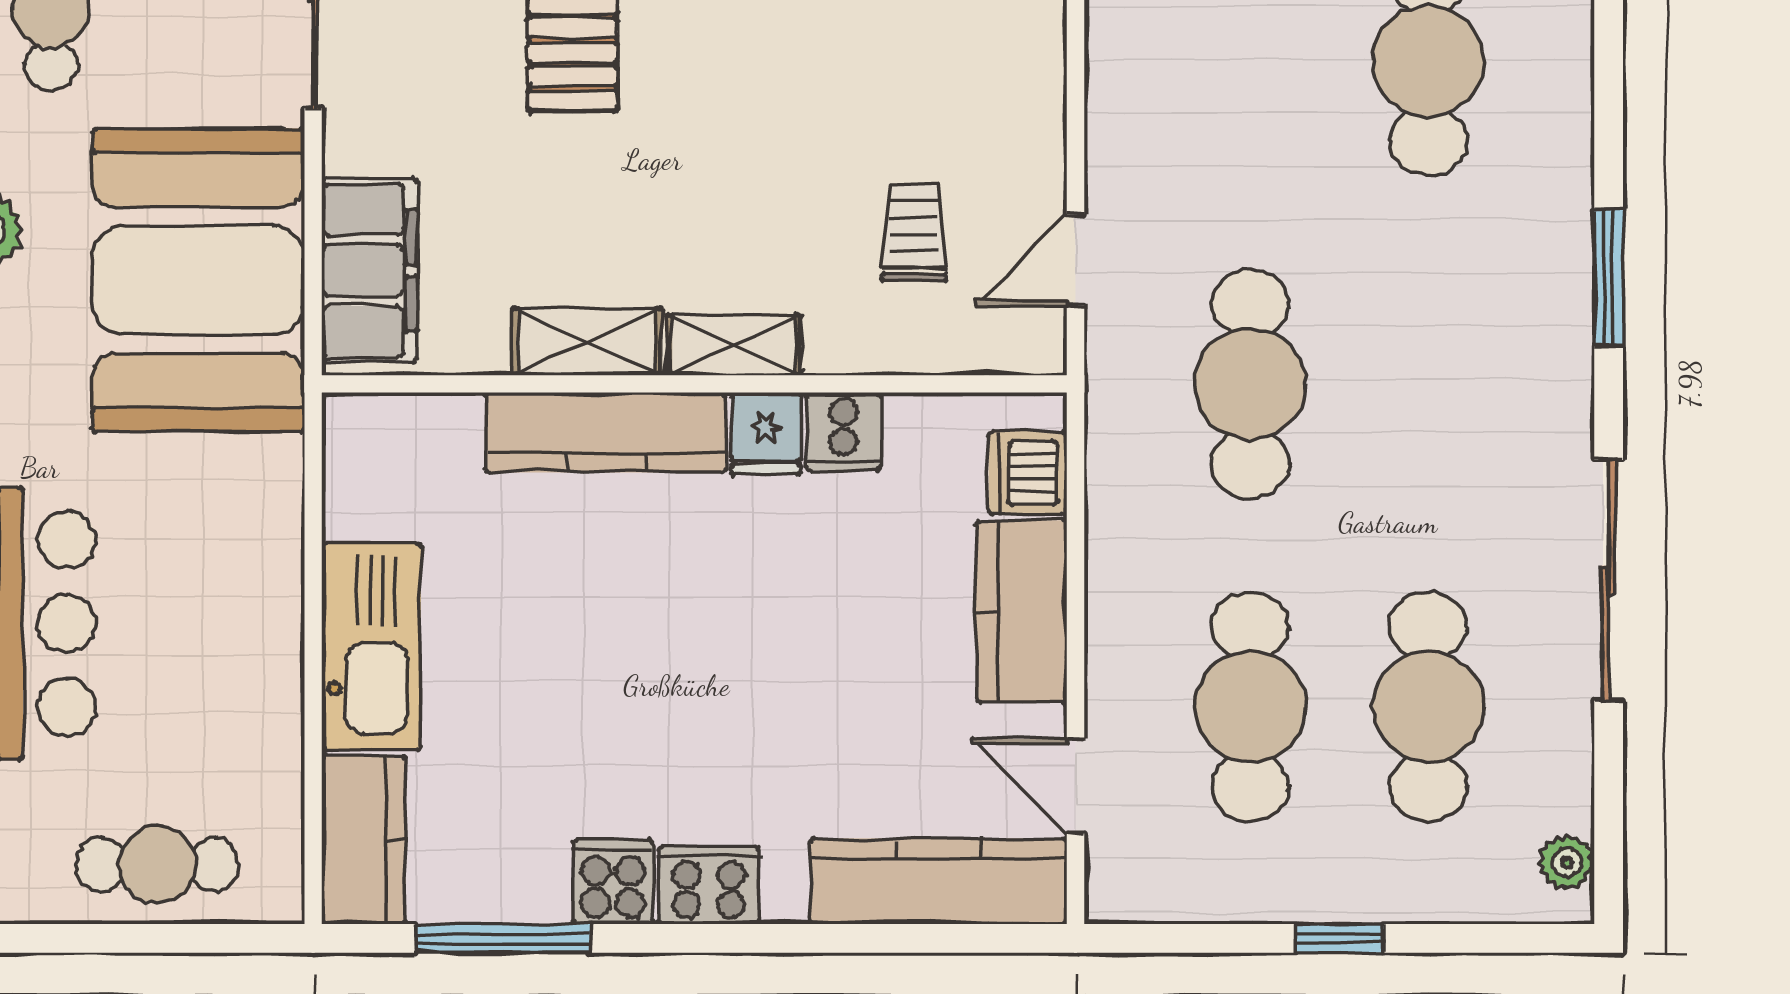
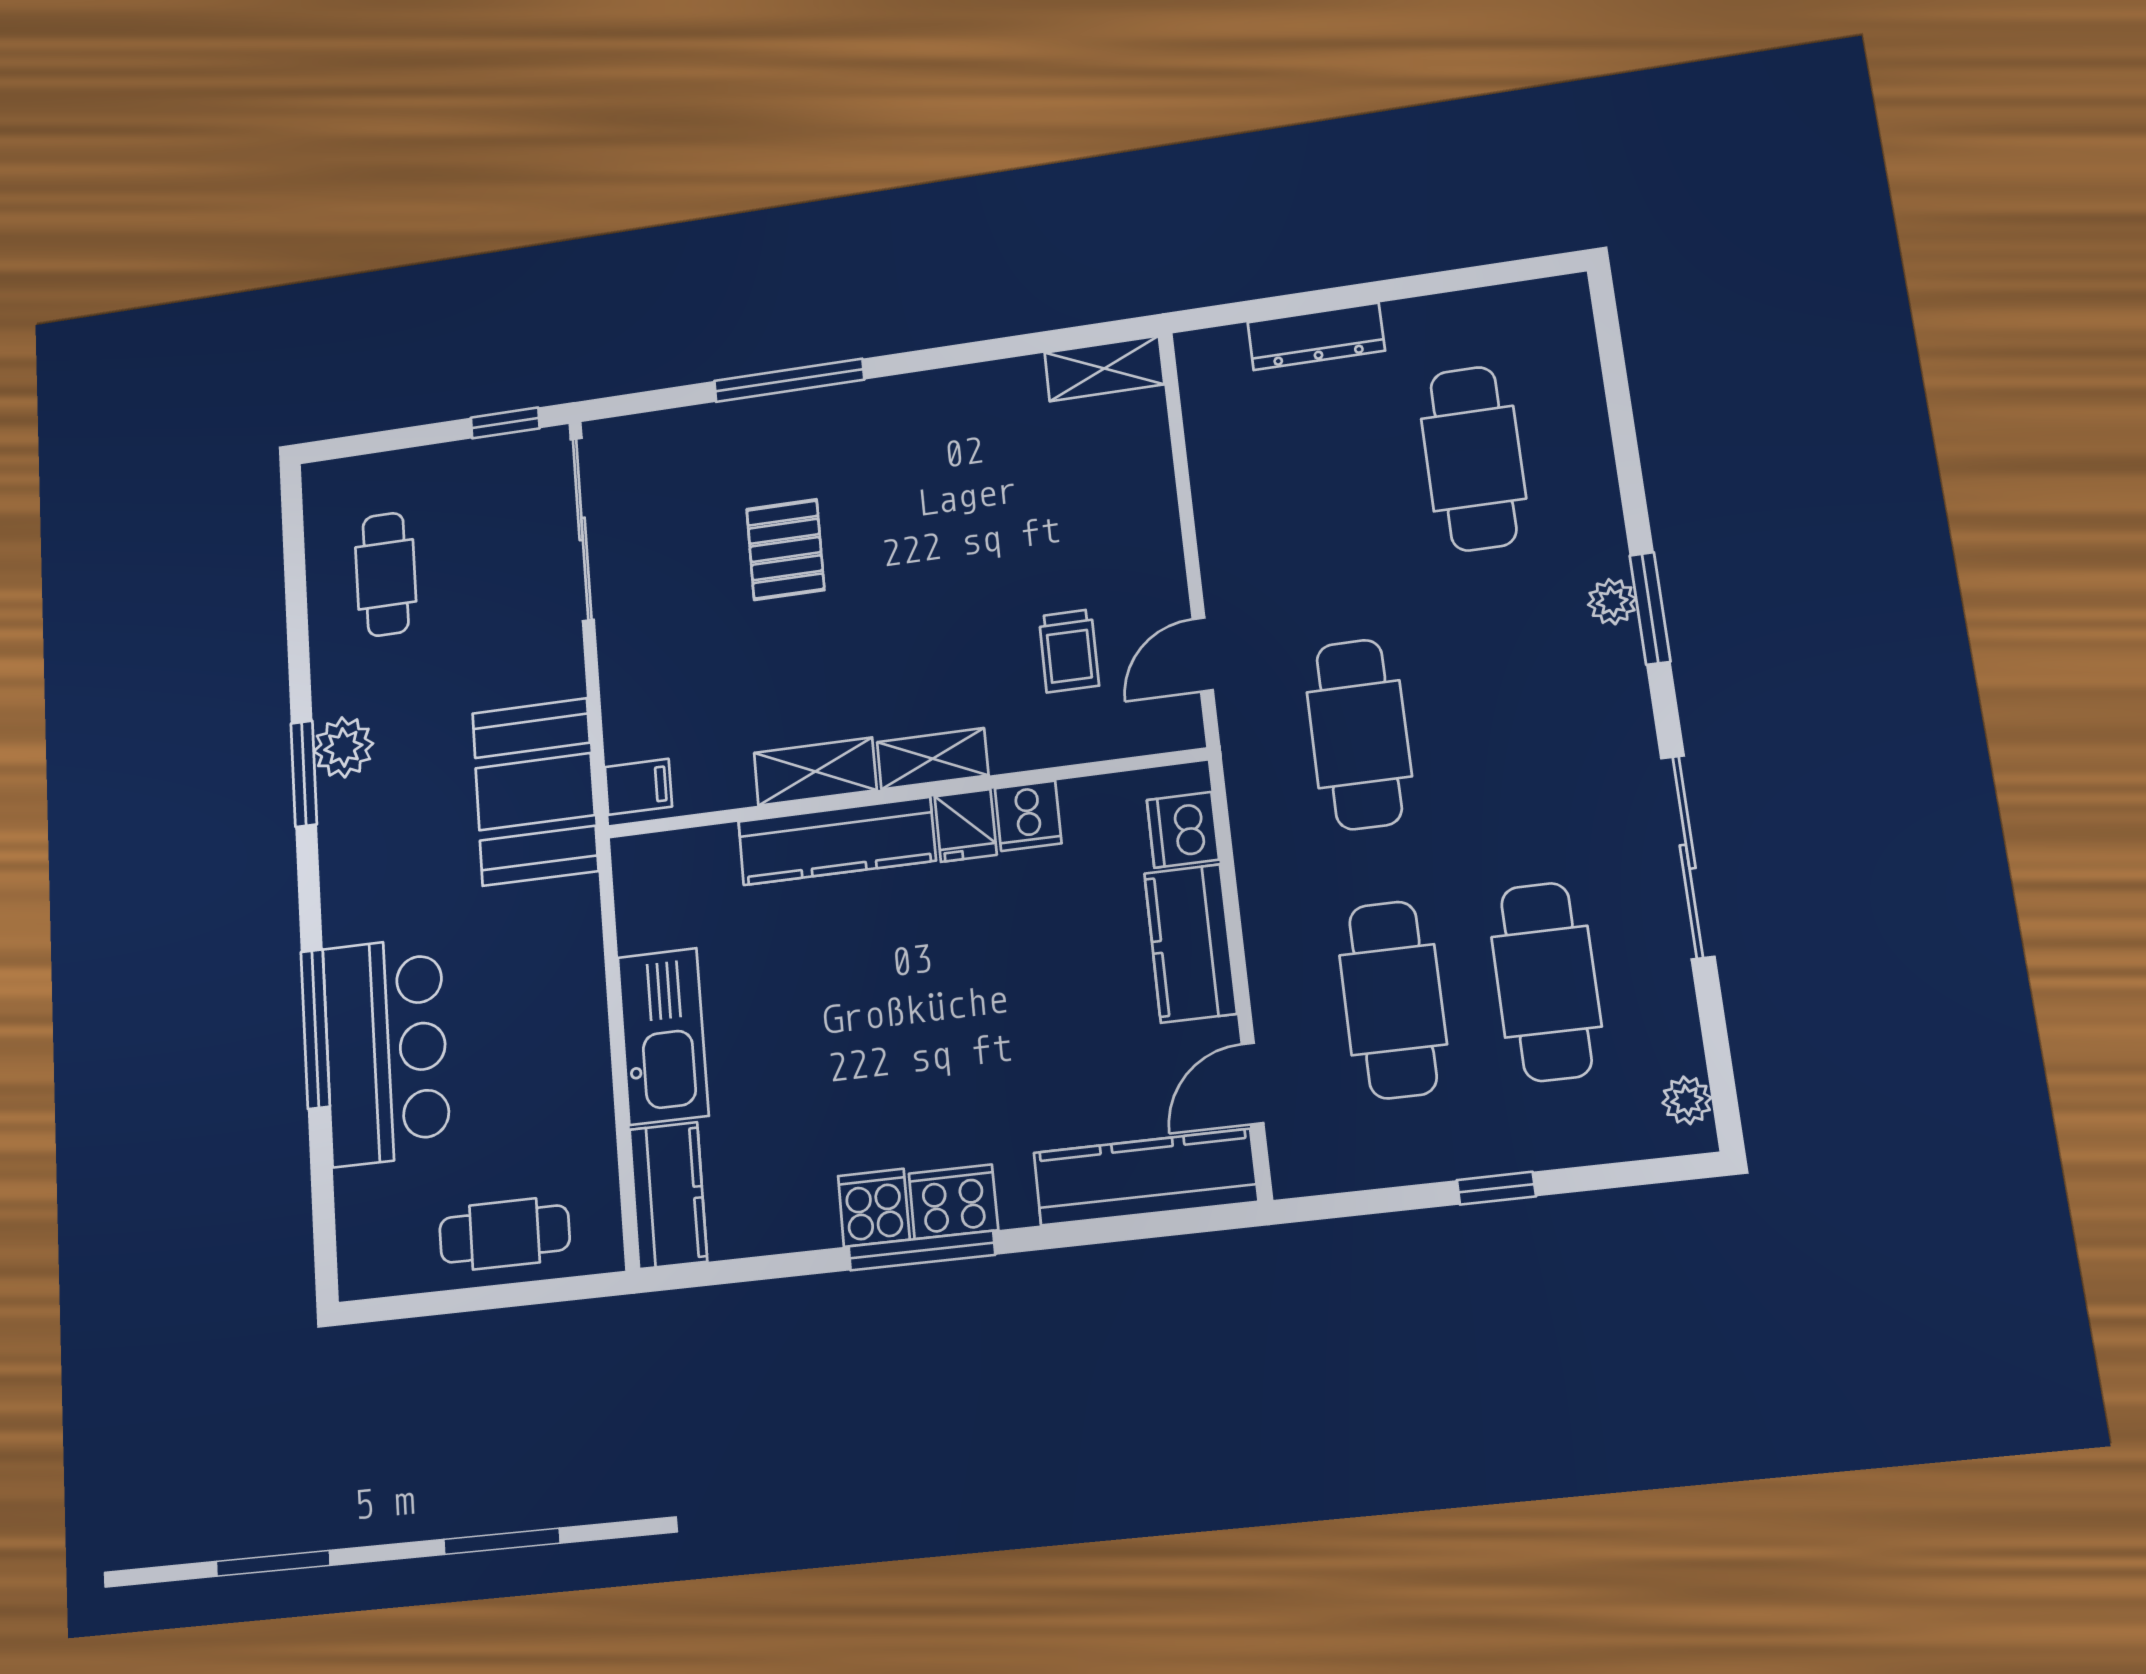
trolley: (914, 233) -> (1069, 651), turned 180
plant: (1566, 263) -> (1612, 602), added
filing cabinet: (369, 270) -> (638, 787), width x0.33, depth x0.86
booth: (198, 280) -> (535, 792), width x0.73, depth x0.70
door: (1076, 786) -> (1252, 1084), hinge flipped
window: (503, 938) -> (922, 1251), moved

